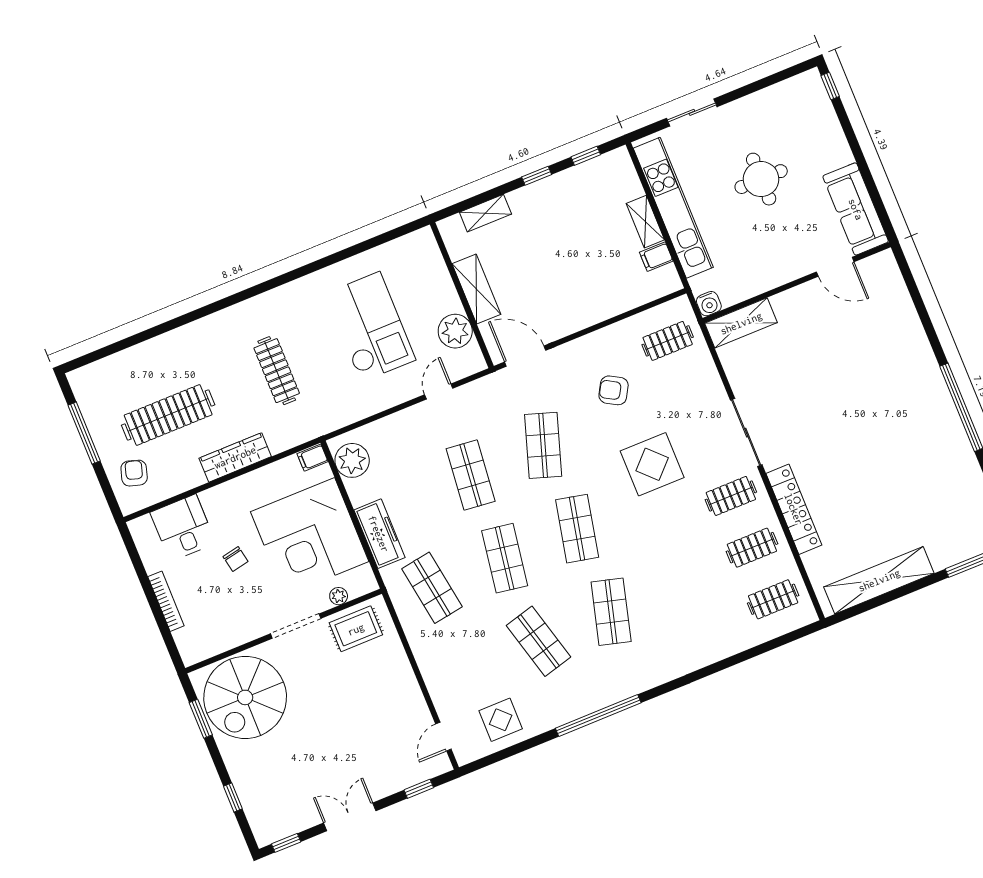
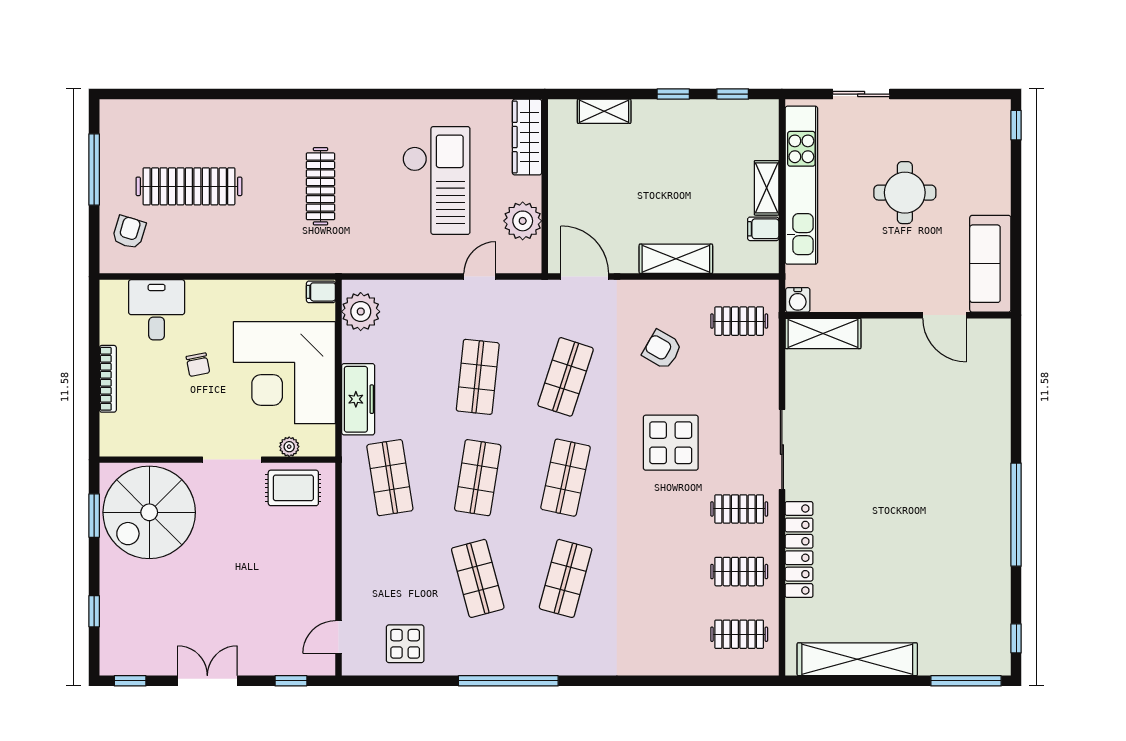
shelving: (476, 289) -> (676, 259), moved, turned 90
wardrobe: (235, 457) -> (527, 137), moved, turned -90

